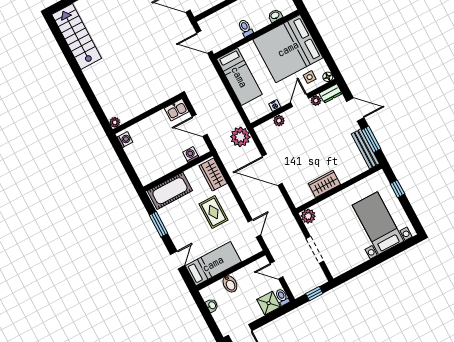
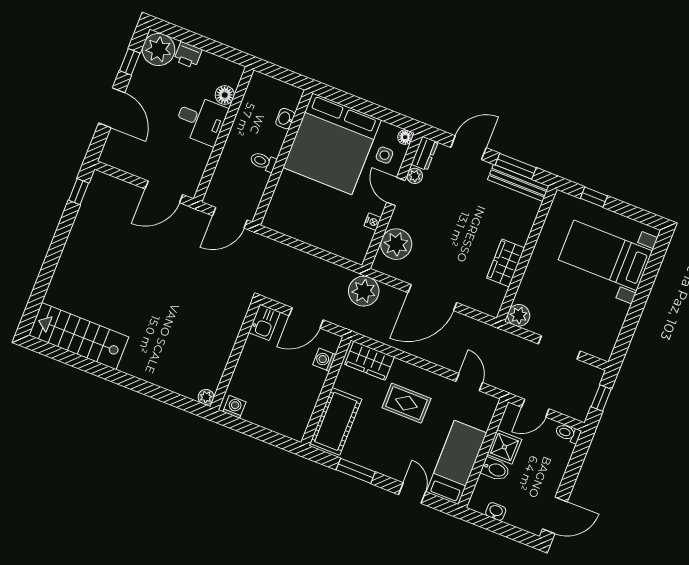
bed: (239, 77) -> (304, 223), removed
plant: (279, 121) -> (396, 244), width x1.87, depth x1.87
shower: (269, 303) -> (504, 447), moved

